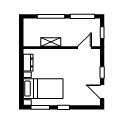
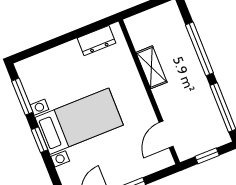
door: (85, 48) -> (166, 134), swing flipped
bed with nightstands: (43, 89) -> (79, 121), moved, turned -90

